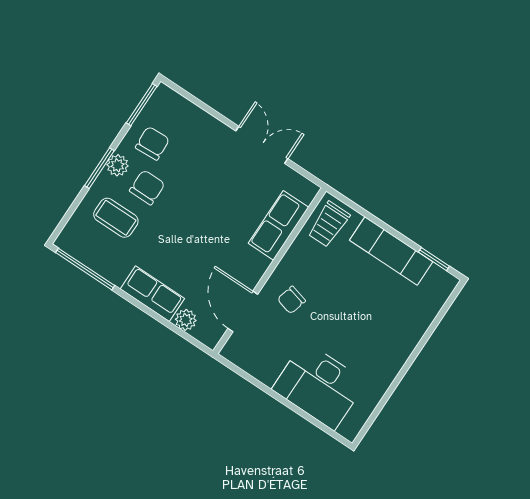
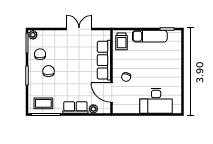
plant: (118, 165) -> (33, 35), moved
coffee table: (116, 218) -> (43, 103), moved
row of seats: (278, 225) -> (104, 60), width x1.48

